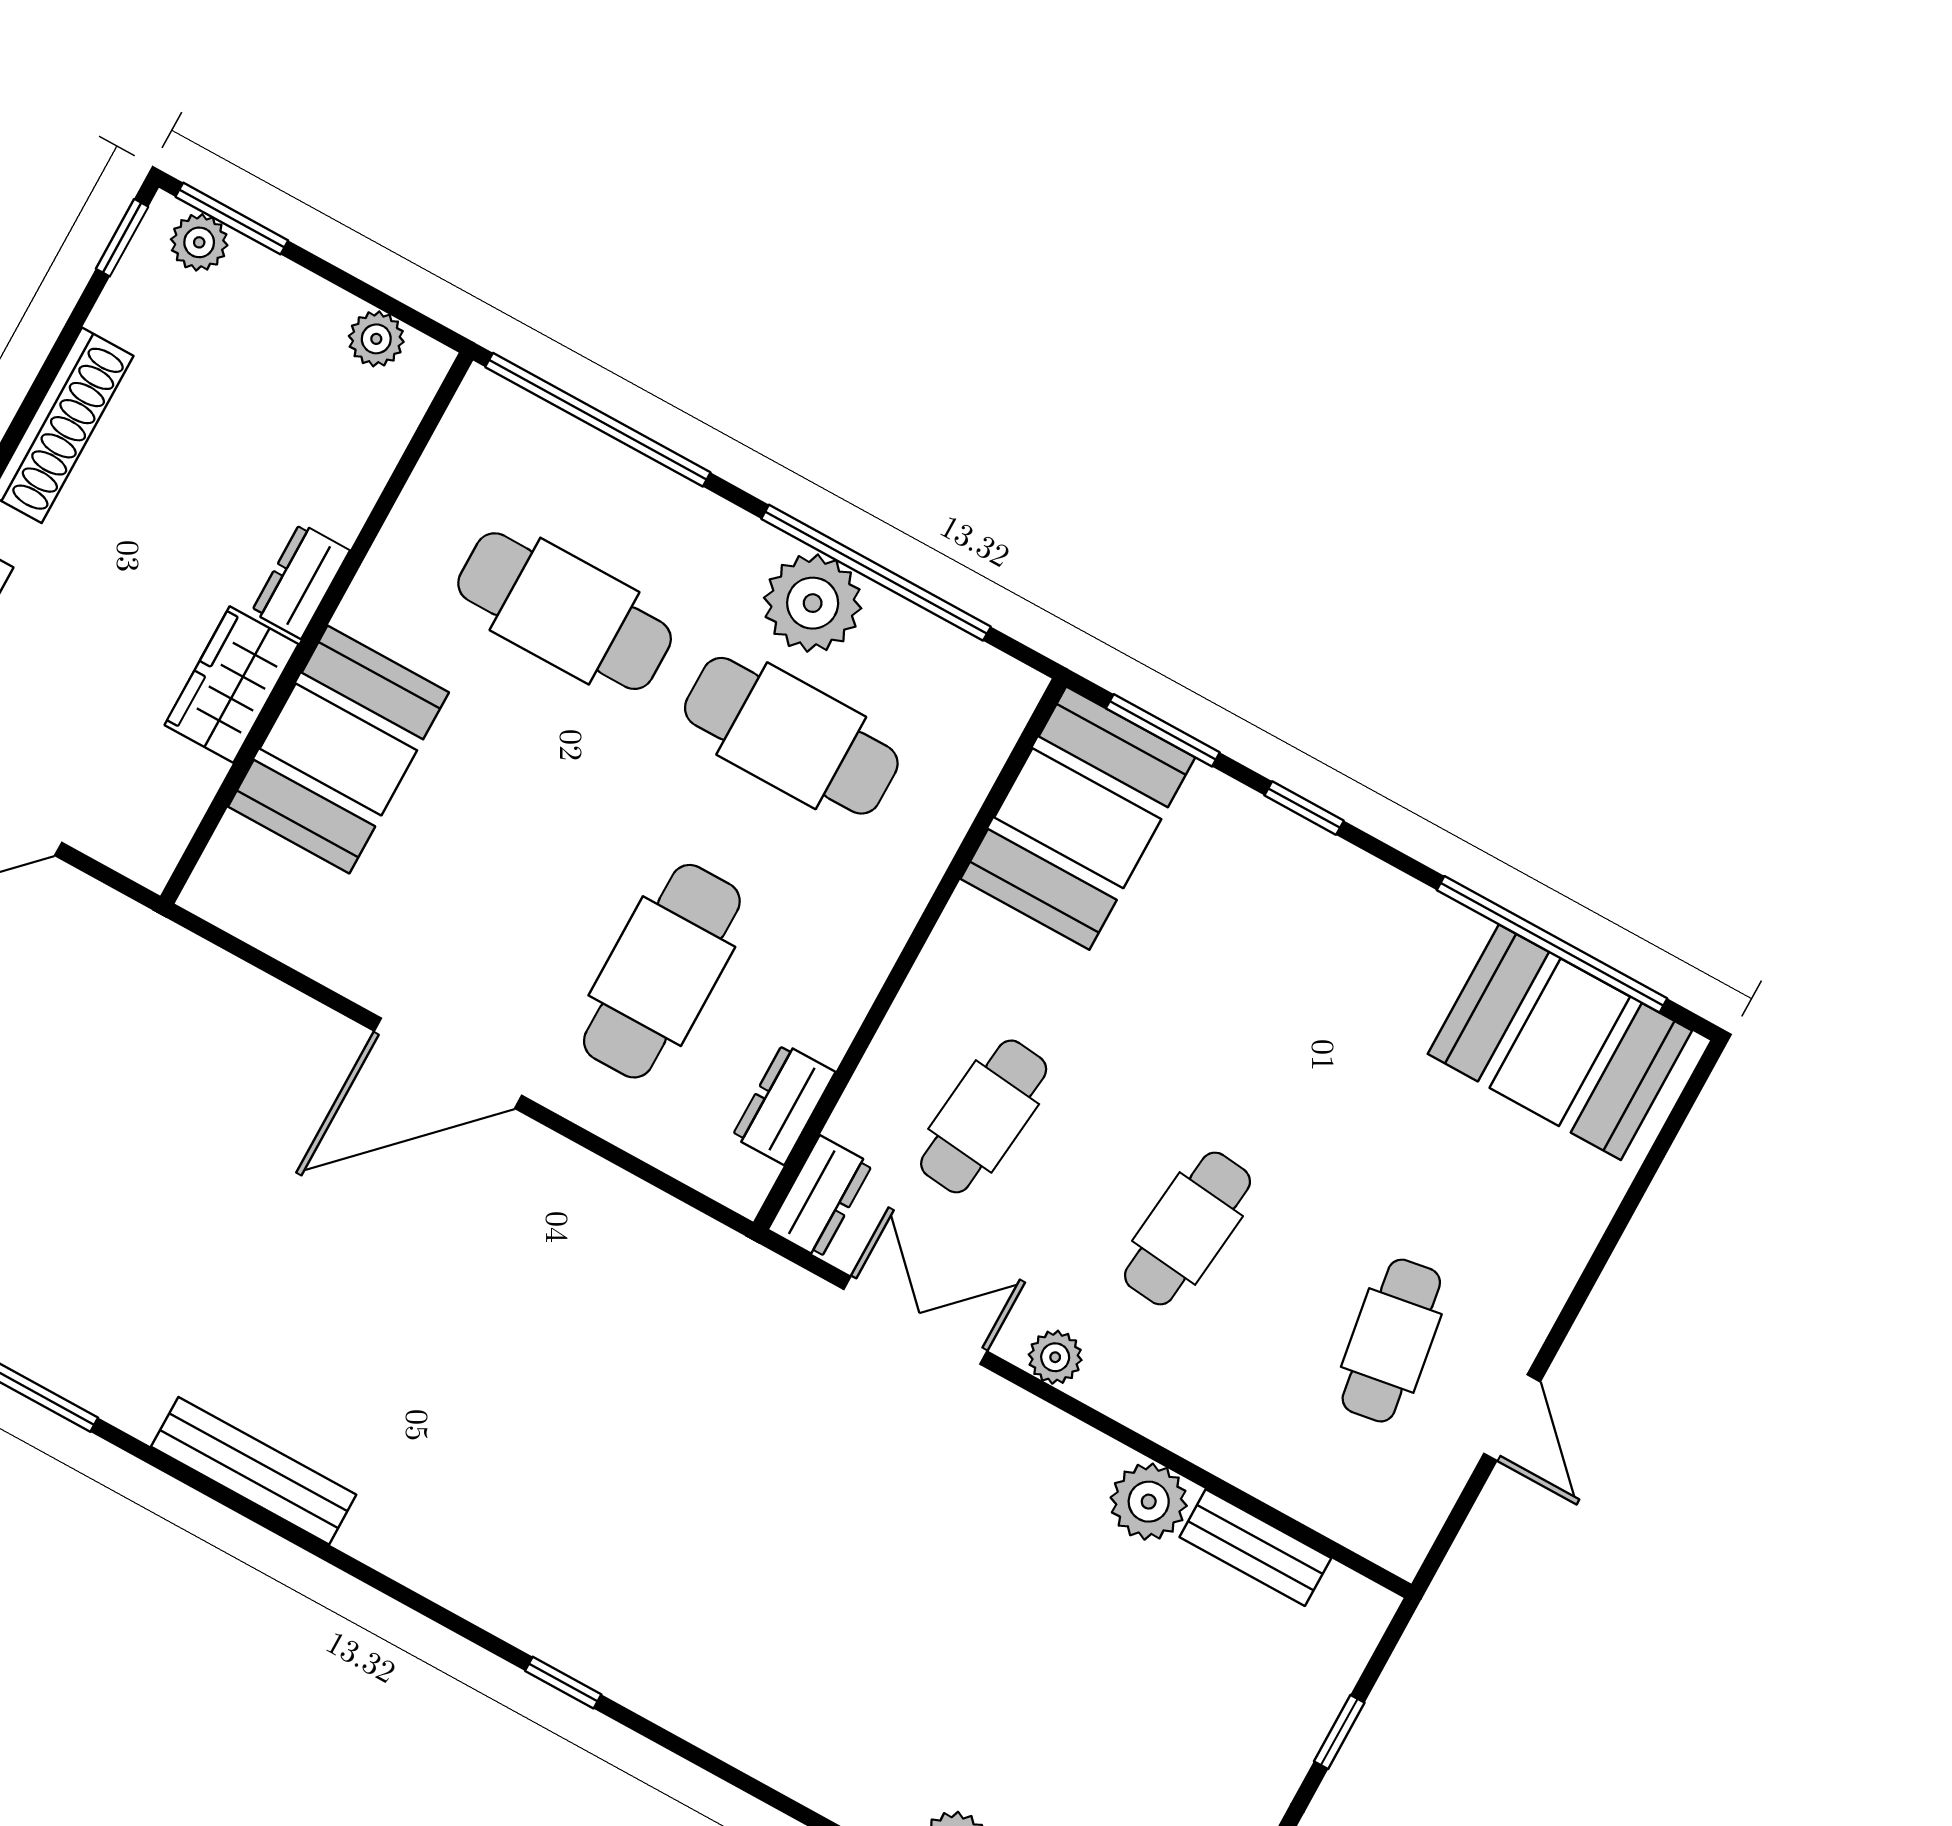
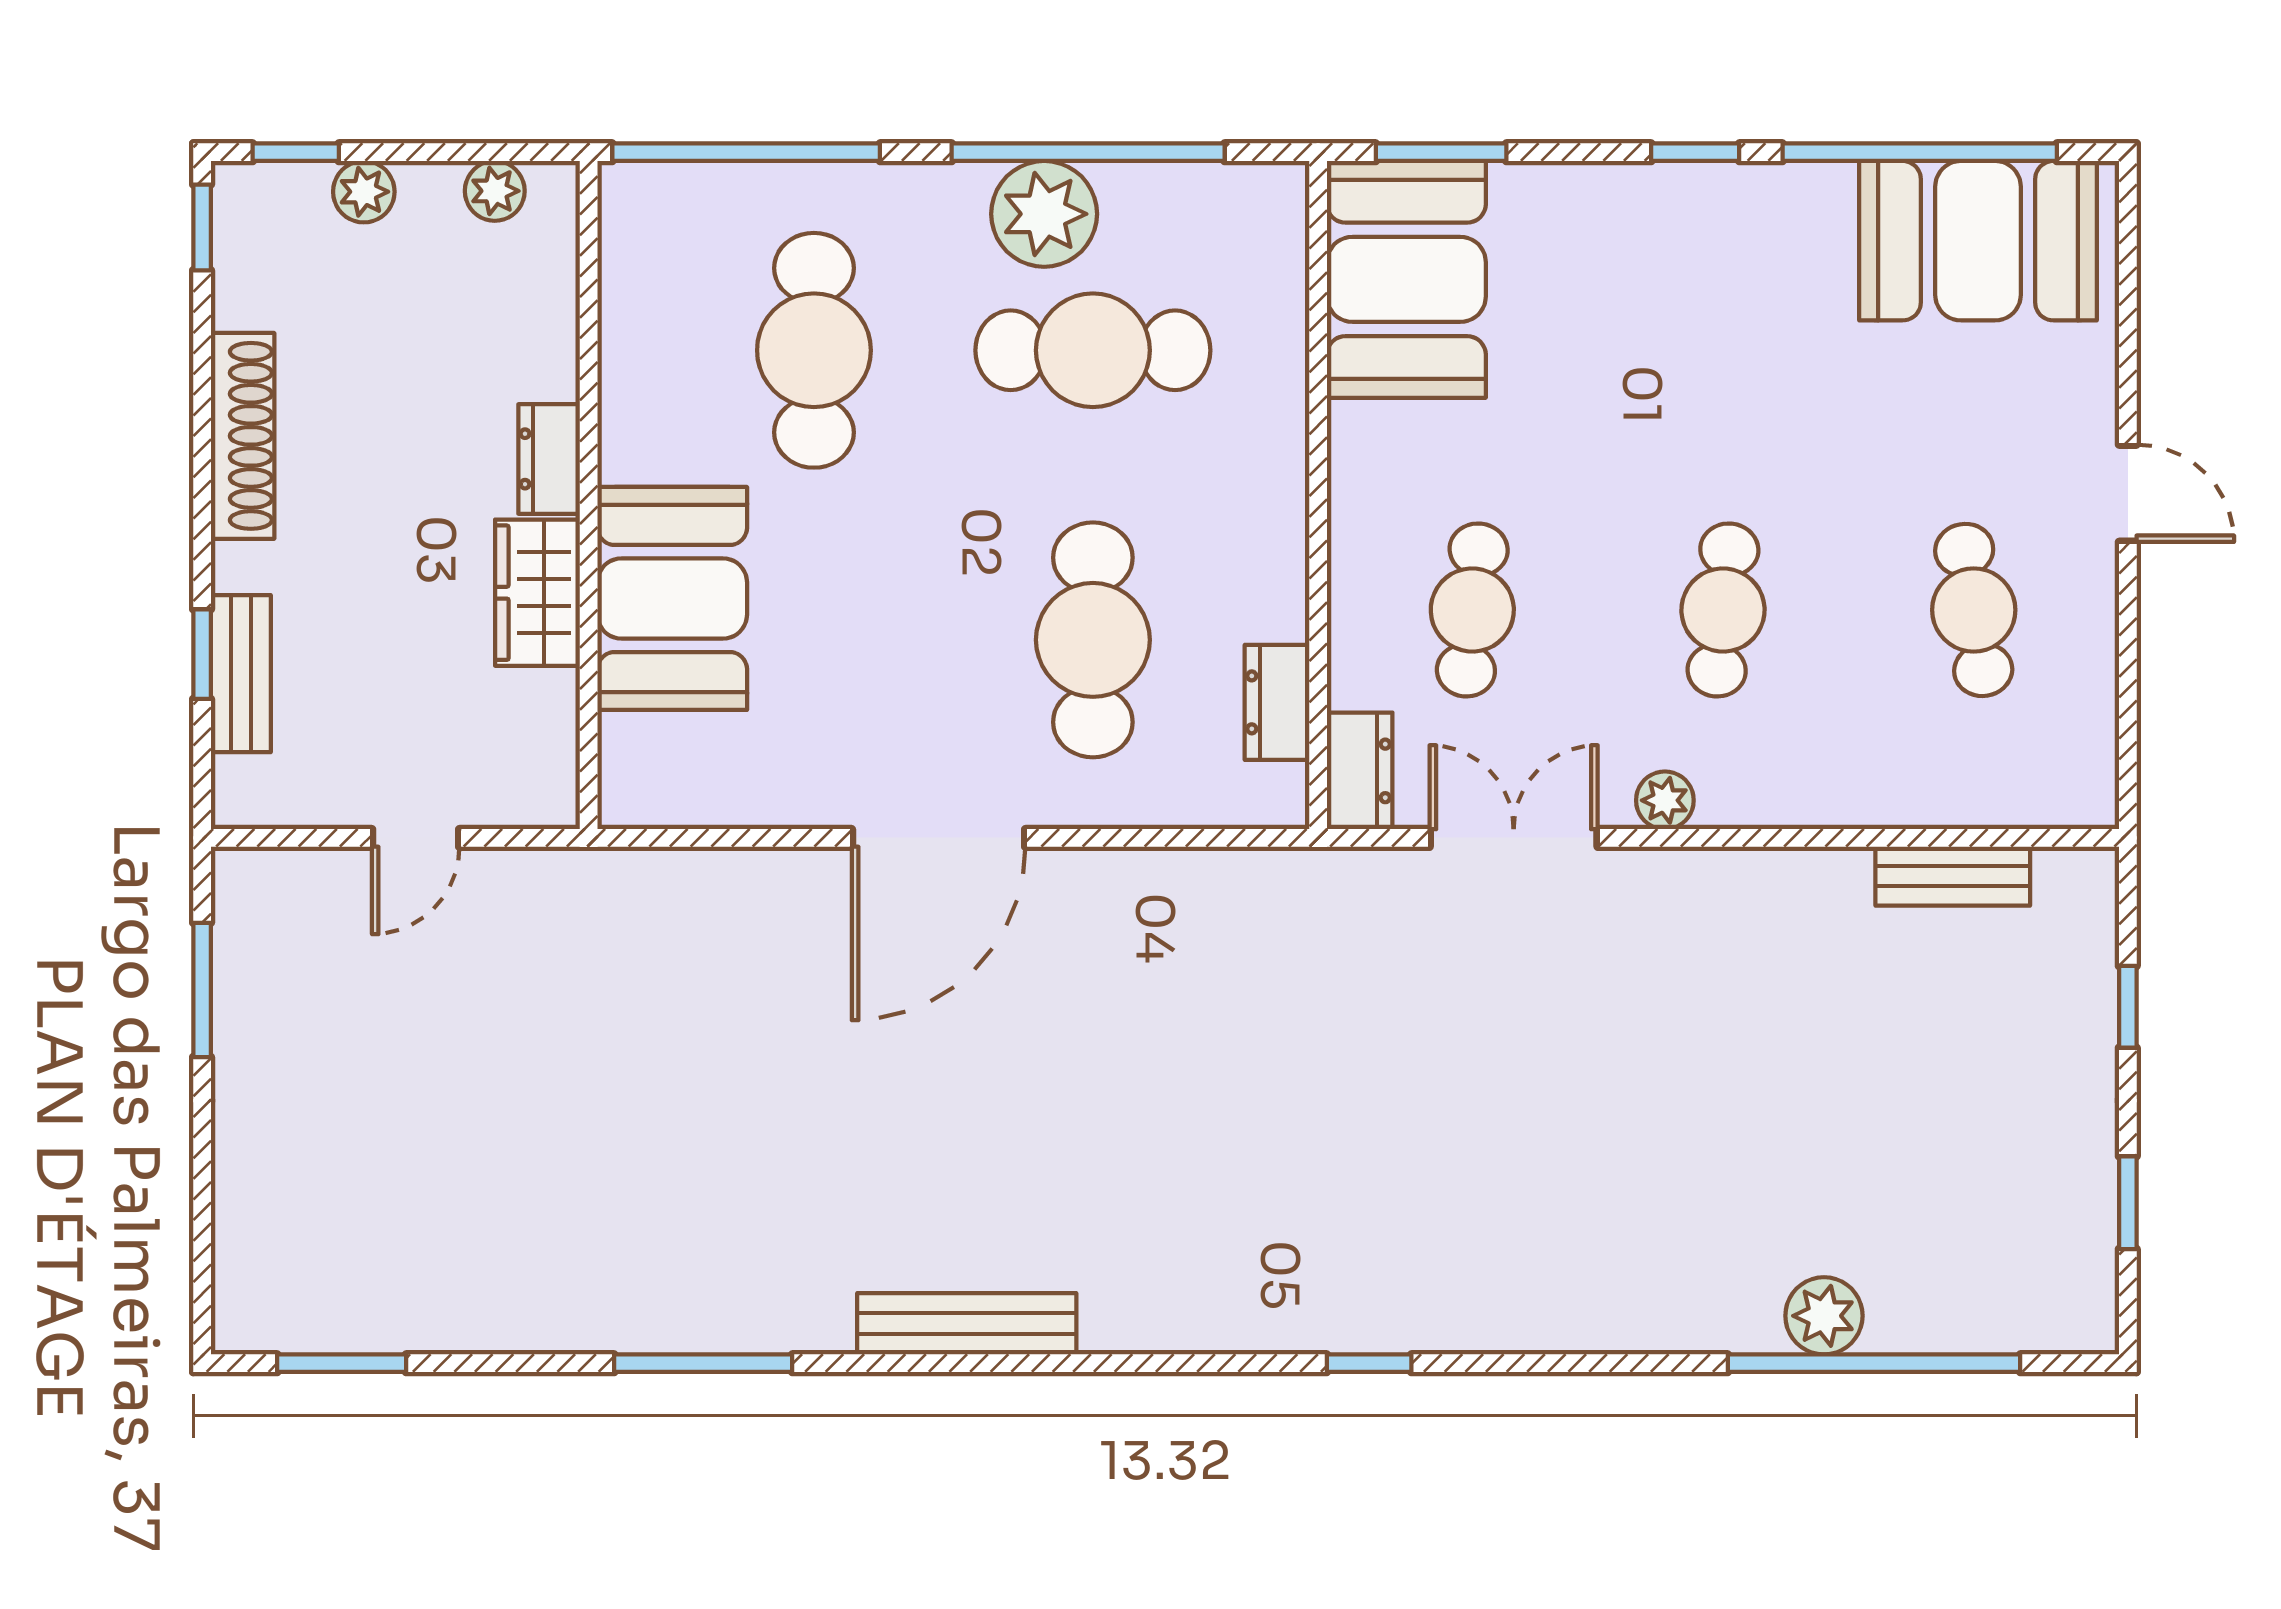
window: (232, 219) -> (296, 152), width x0.67
plant: (199, 242) -> (364, 192), moved
cafe table: (565, 611) -> (814, 350), turned 90
window: (1304, 808) -> (1695, 152), moved
door: (1512, 1418) -> (2128, 493), moved
plant: (1149, 1502) -> (1828, 888), removed

